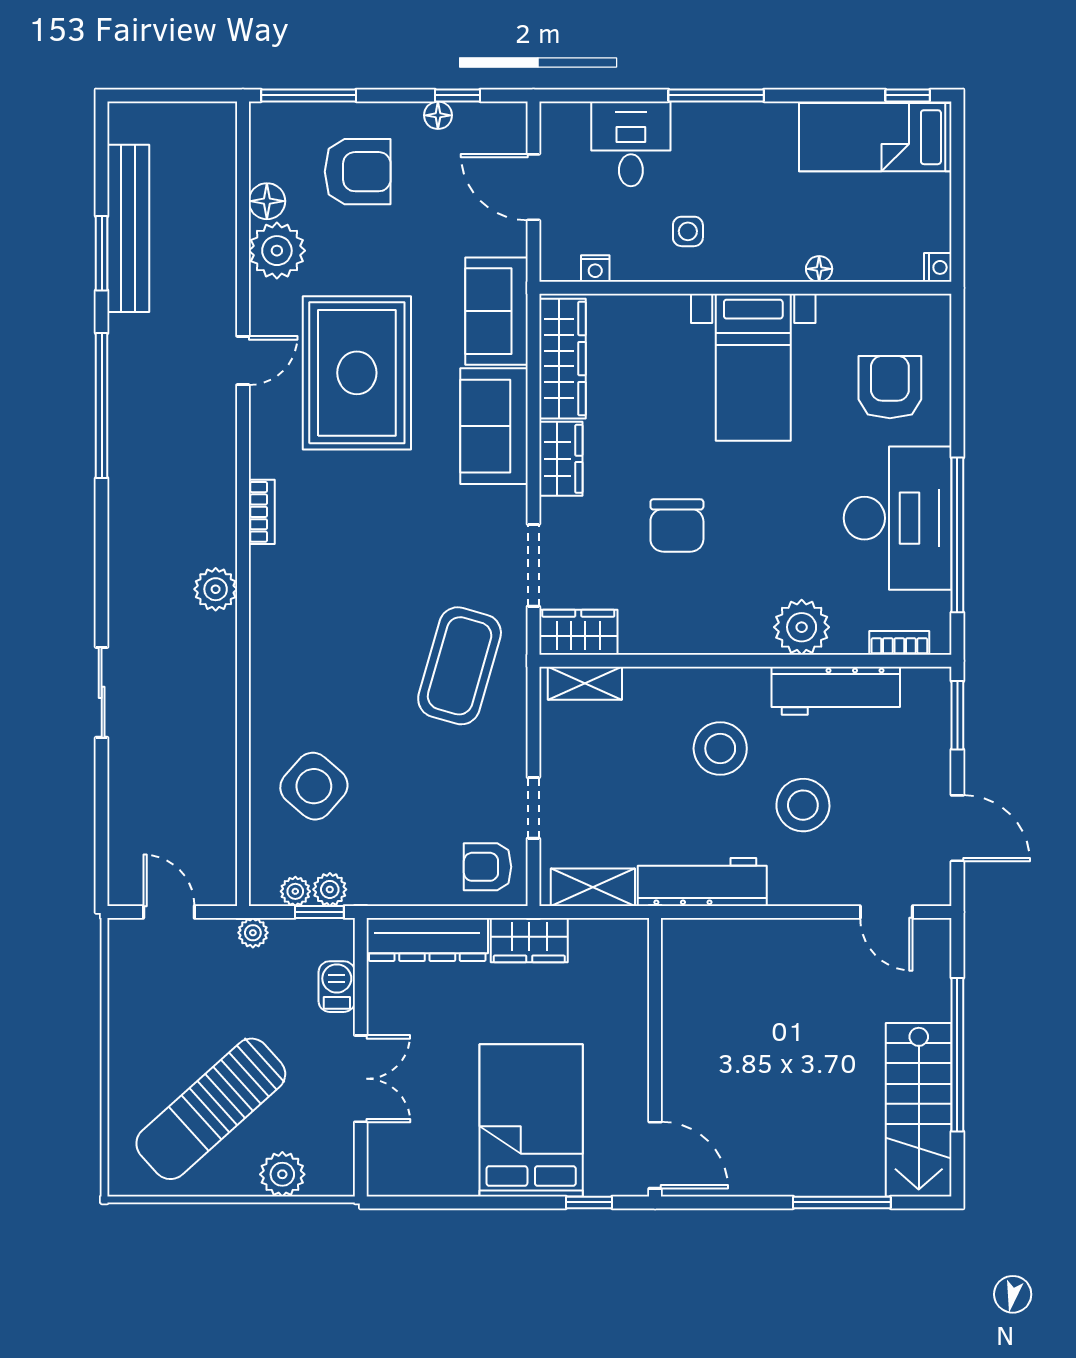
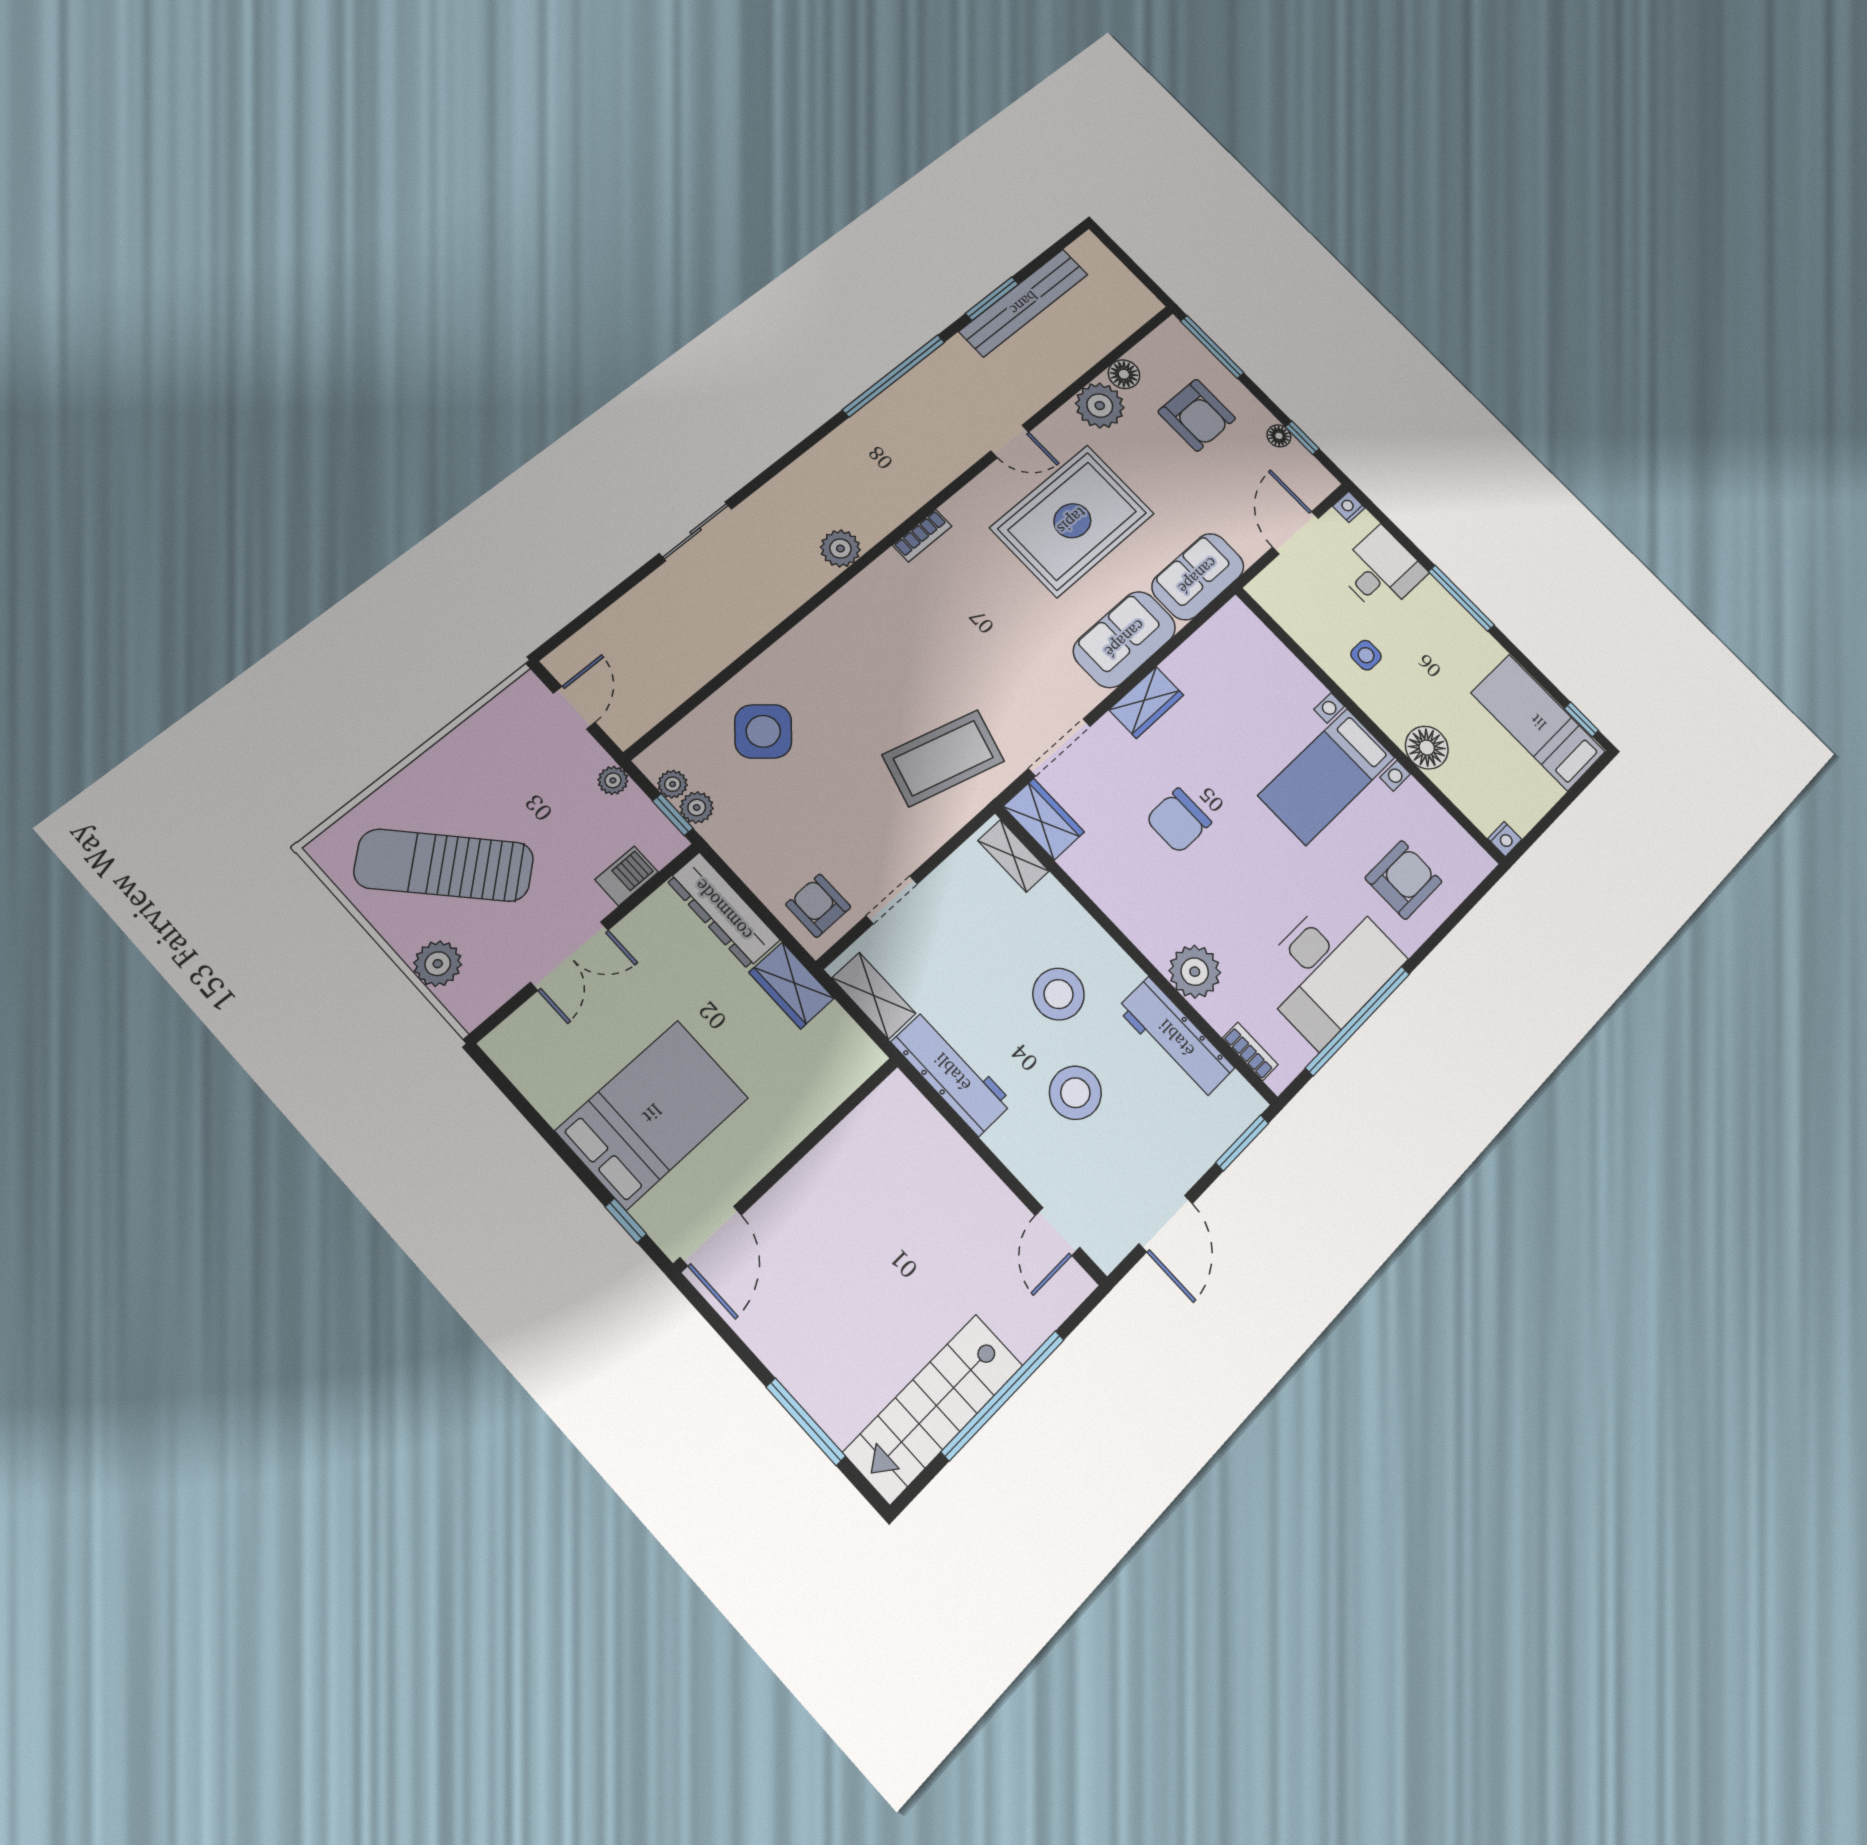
nightstand: (595, 269) -> (1349, 507), moved, turned 90
floor lamp: (819, 269) -> (1427, 748), width x1.89, depth x1.89
wardrobe: (563, 359) -> (1210, 646), removed

